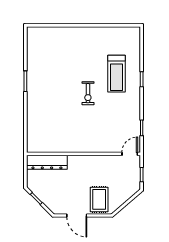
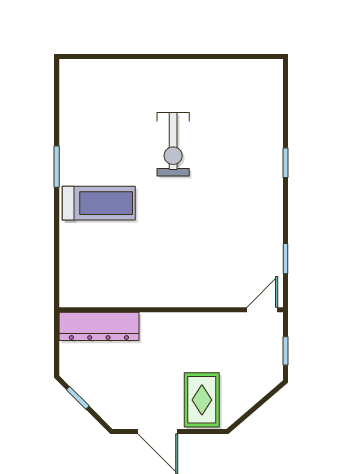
treadmill: (117, 74) -> (99, 203), moved, turned -90
exercise bike: (88, 93) -> (173, 144), moved, width x1.38, depth x1.39

